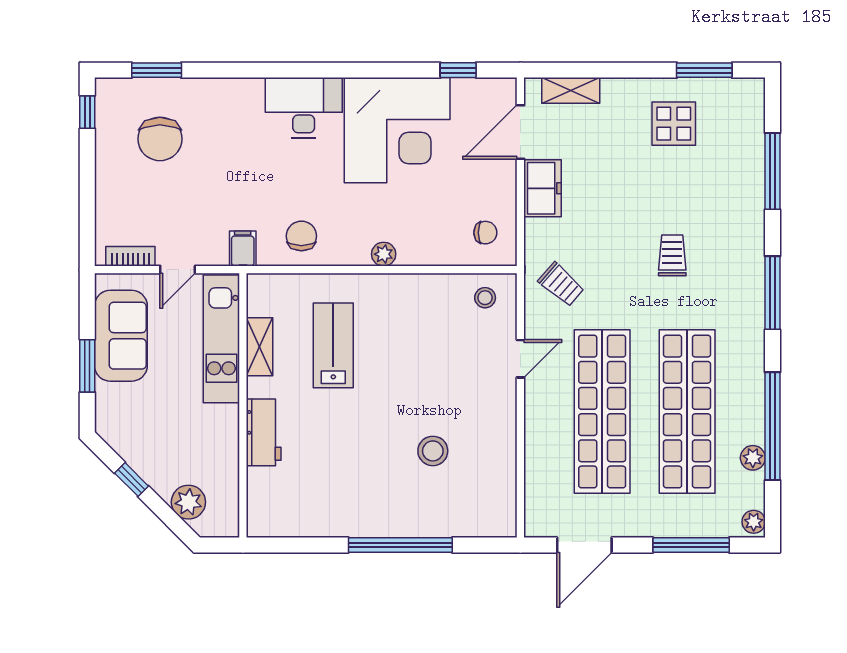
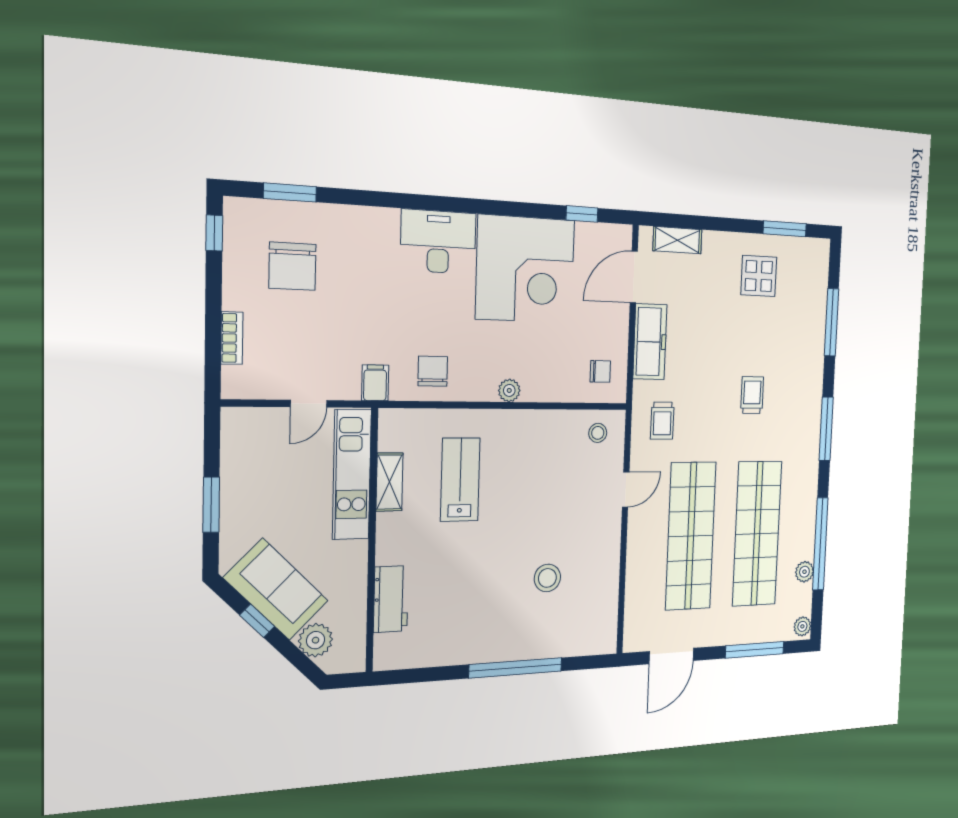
freezer: (543, 188) -> (650, 342), width x1.40
bookcase: (130, 256) -> (232, 338), moved, turned 90
trolley: (561, 284) -> (662, 421), turned 49
sofa: (121, 336) -> (276, 589), moved, turned -45
workbench: (264, 432) -> (391, 599), moved

